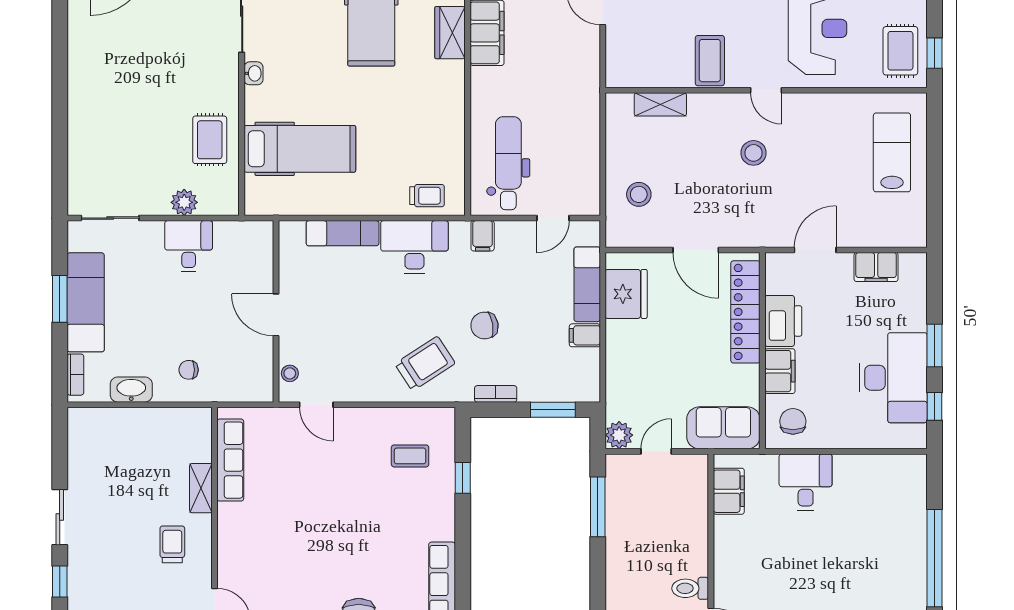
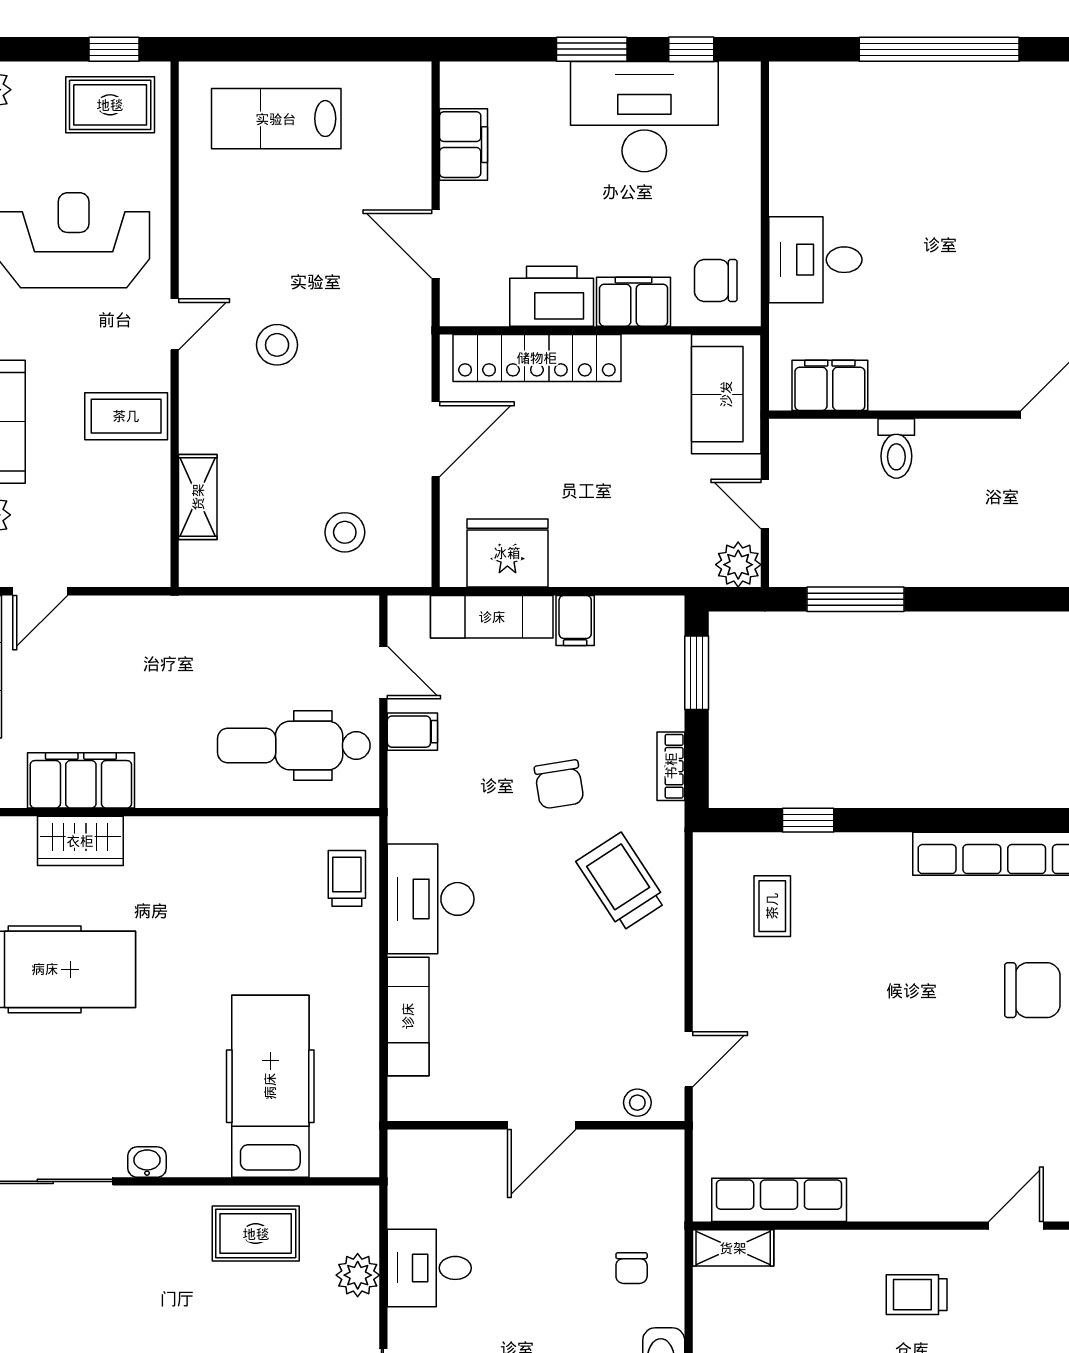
filing cabinet: (483, 236) -> (412, 732), moved
shelving: (201, 488) -> (733, 1248), moved
toilet: (690, 588) -> (896, 448), moved

